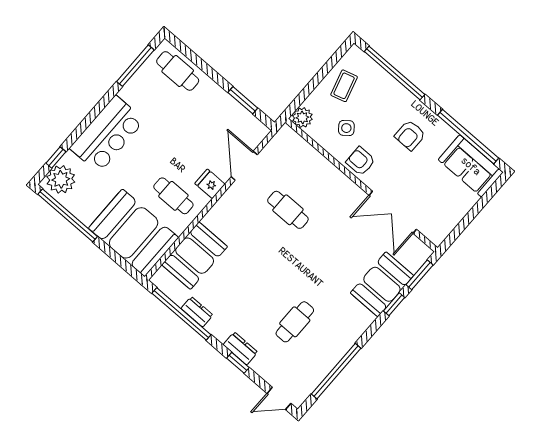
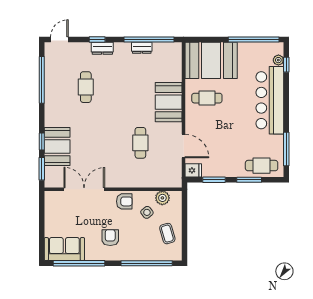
window: (205, 67) -> (249, 180), added
plant: (302, 118) -> (162, 198), moved
bar counter: (107, 134) -> (270, 100), width x1.36
plant: (61, 179) -> (278, 60), width x0.53, depth x0.53
fridge: (210, 184) -> (193, 170), moved
cafe table: (288, 210) -> (140, 143), turned 90
booth: (195, 256) -> (169, 102), moved

